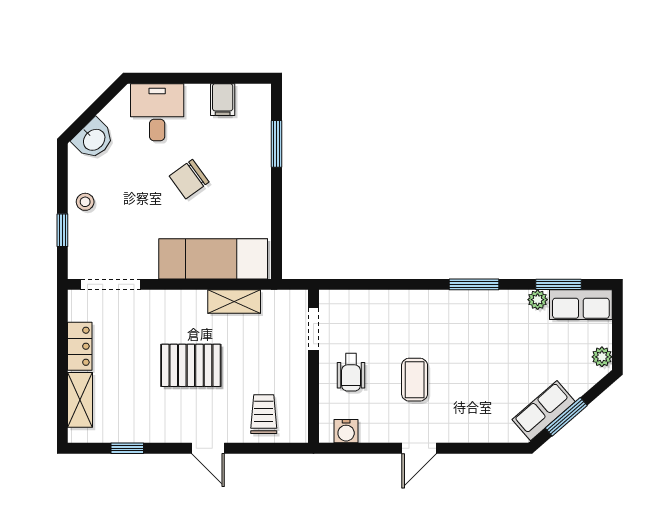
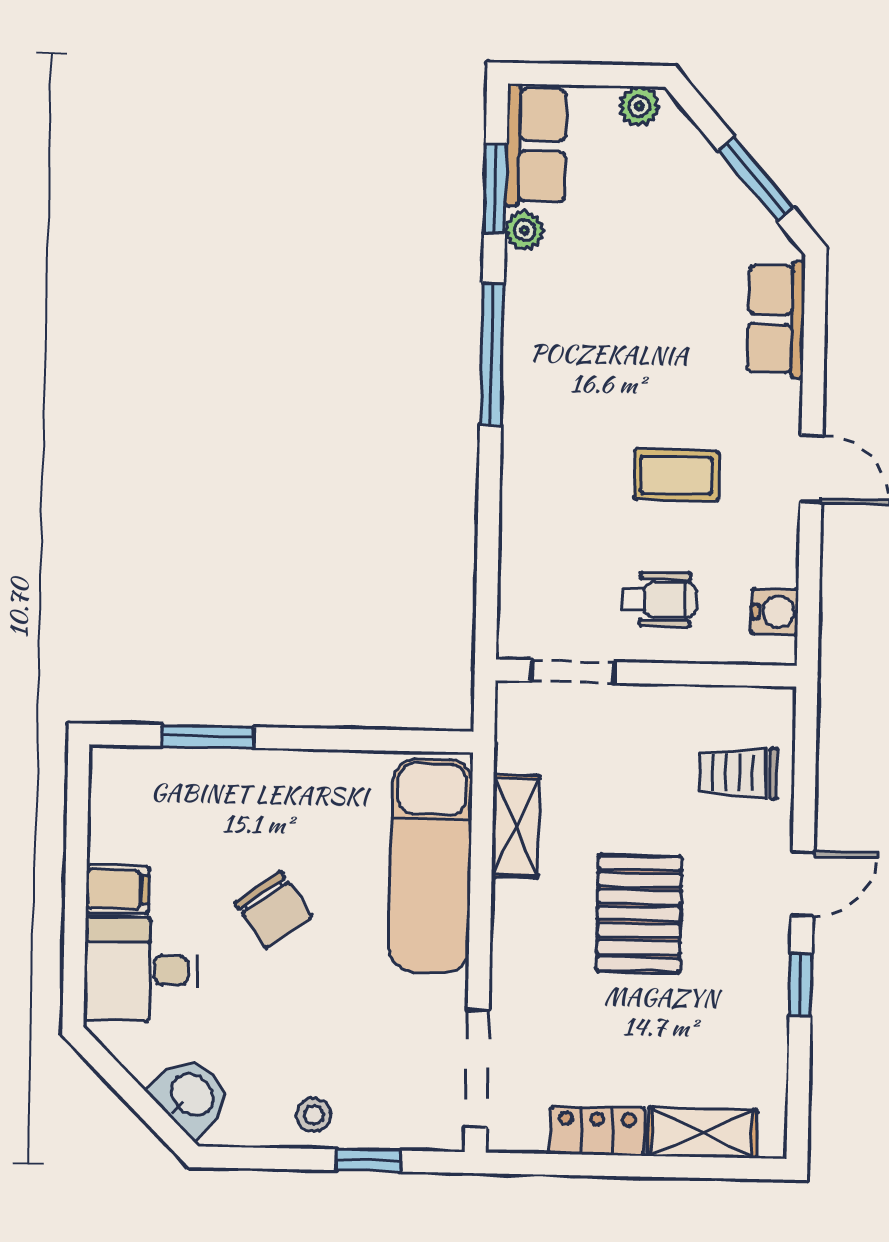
filing cabinet: (223, 100) -> (118, 889), moved
window: (474, 284) -> (492, 355), width x1.44
row of seats: (544, 411) -> (776, 319), moved, turned 41
window: (127, 448) -> (801, 985), moved

